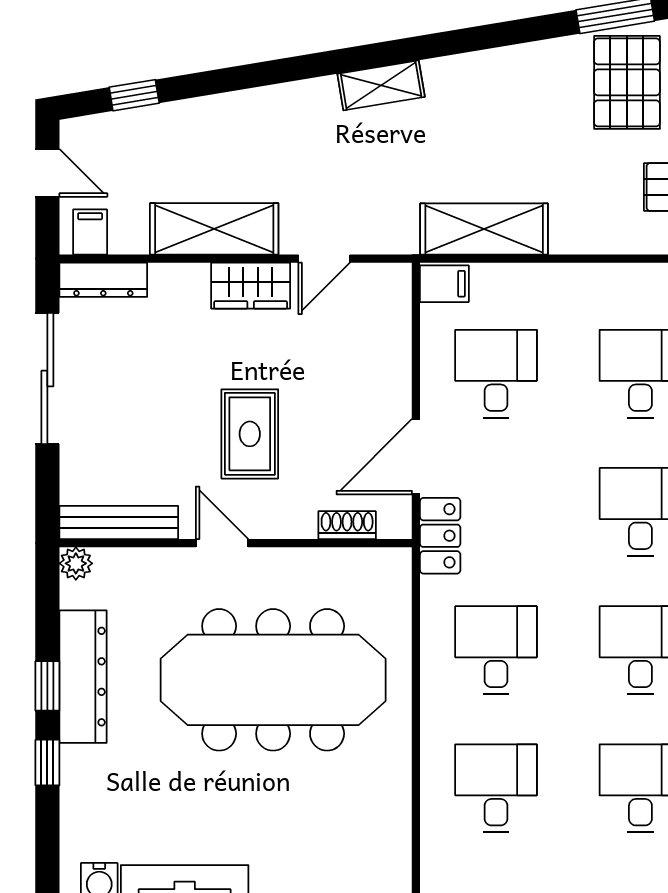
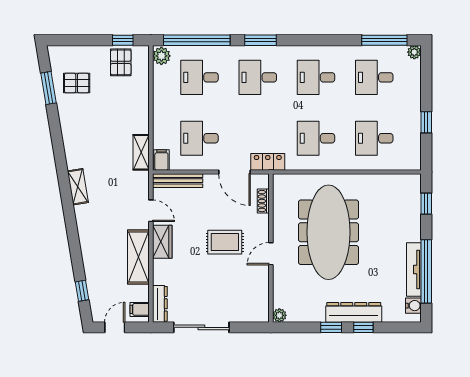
pallet: (627, 82) -> (77, 83), width x0.67, depth x0.71
shelving: (484, 229) -> (141, 152), width x0.67, depth x0.75
bench: (119, 522) -> (178, 181), moved, turned 90
dresser: (83, 677) -> (354, 312), moved

